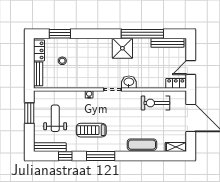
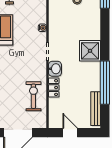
shower: (122, 48) -> (90, 51), moved
locker: (176, 83) -> (54, 88), moved

